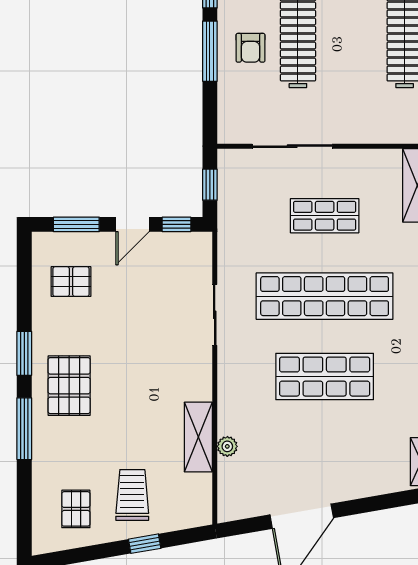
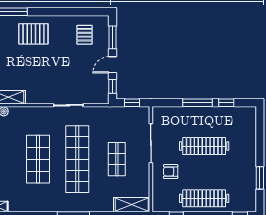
armchair: (250, 48) -> (171, 172), moved
door: (132, 224) -> (113, 65), hinge flipped
window: (24, 353) -> (49, 12), removed

